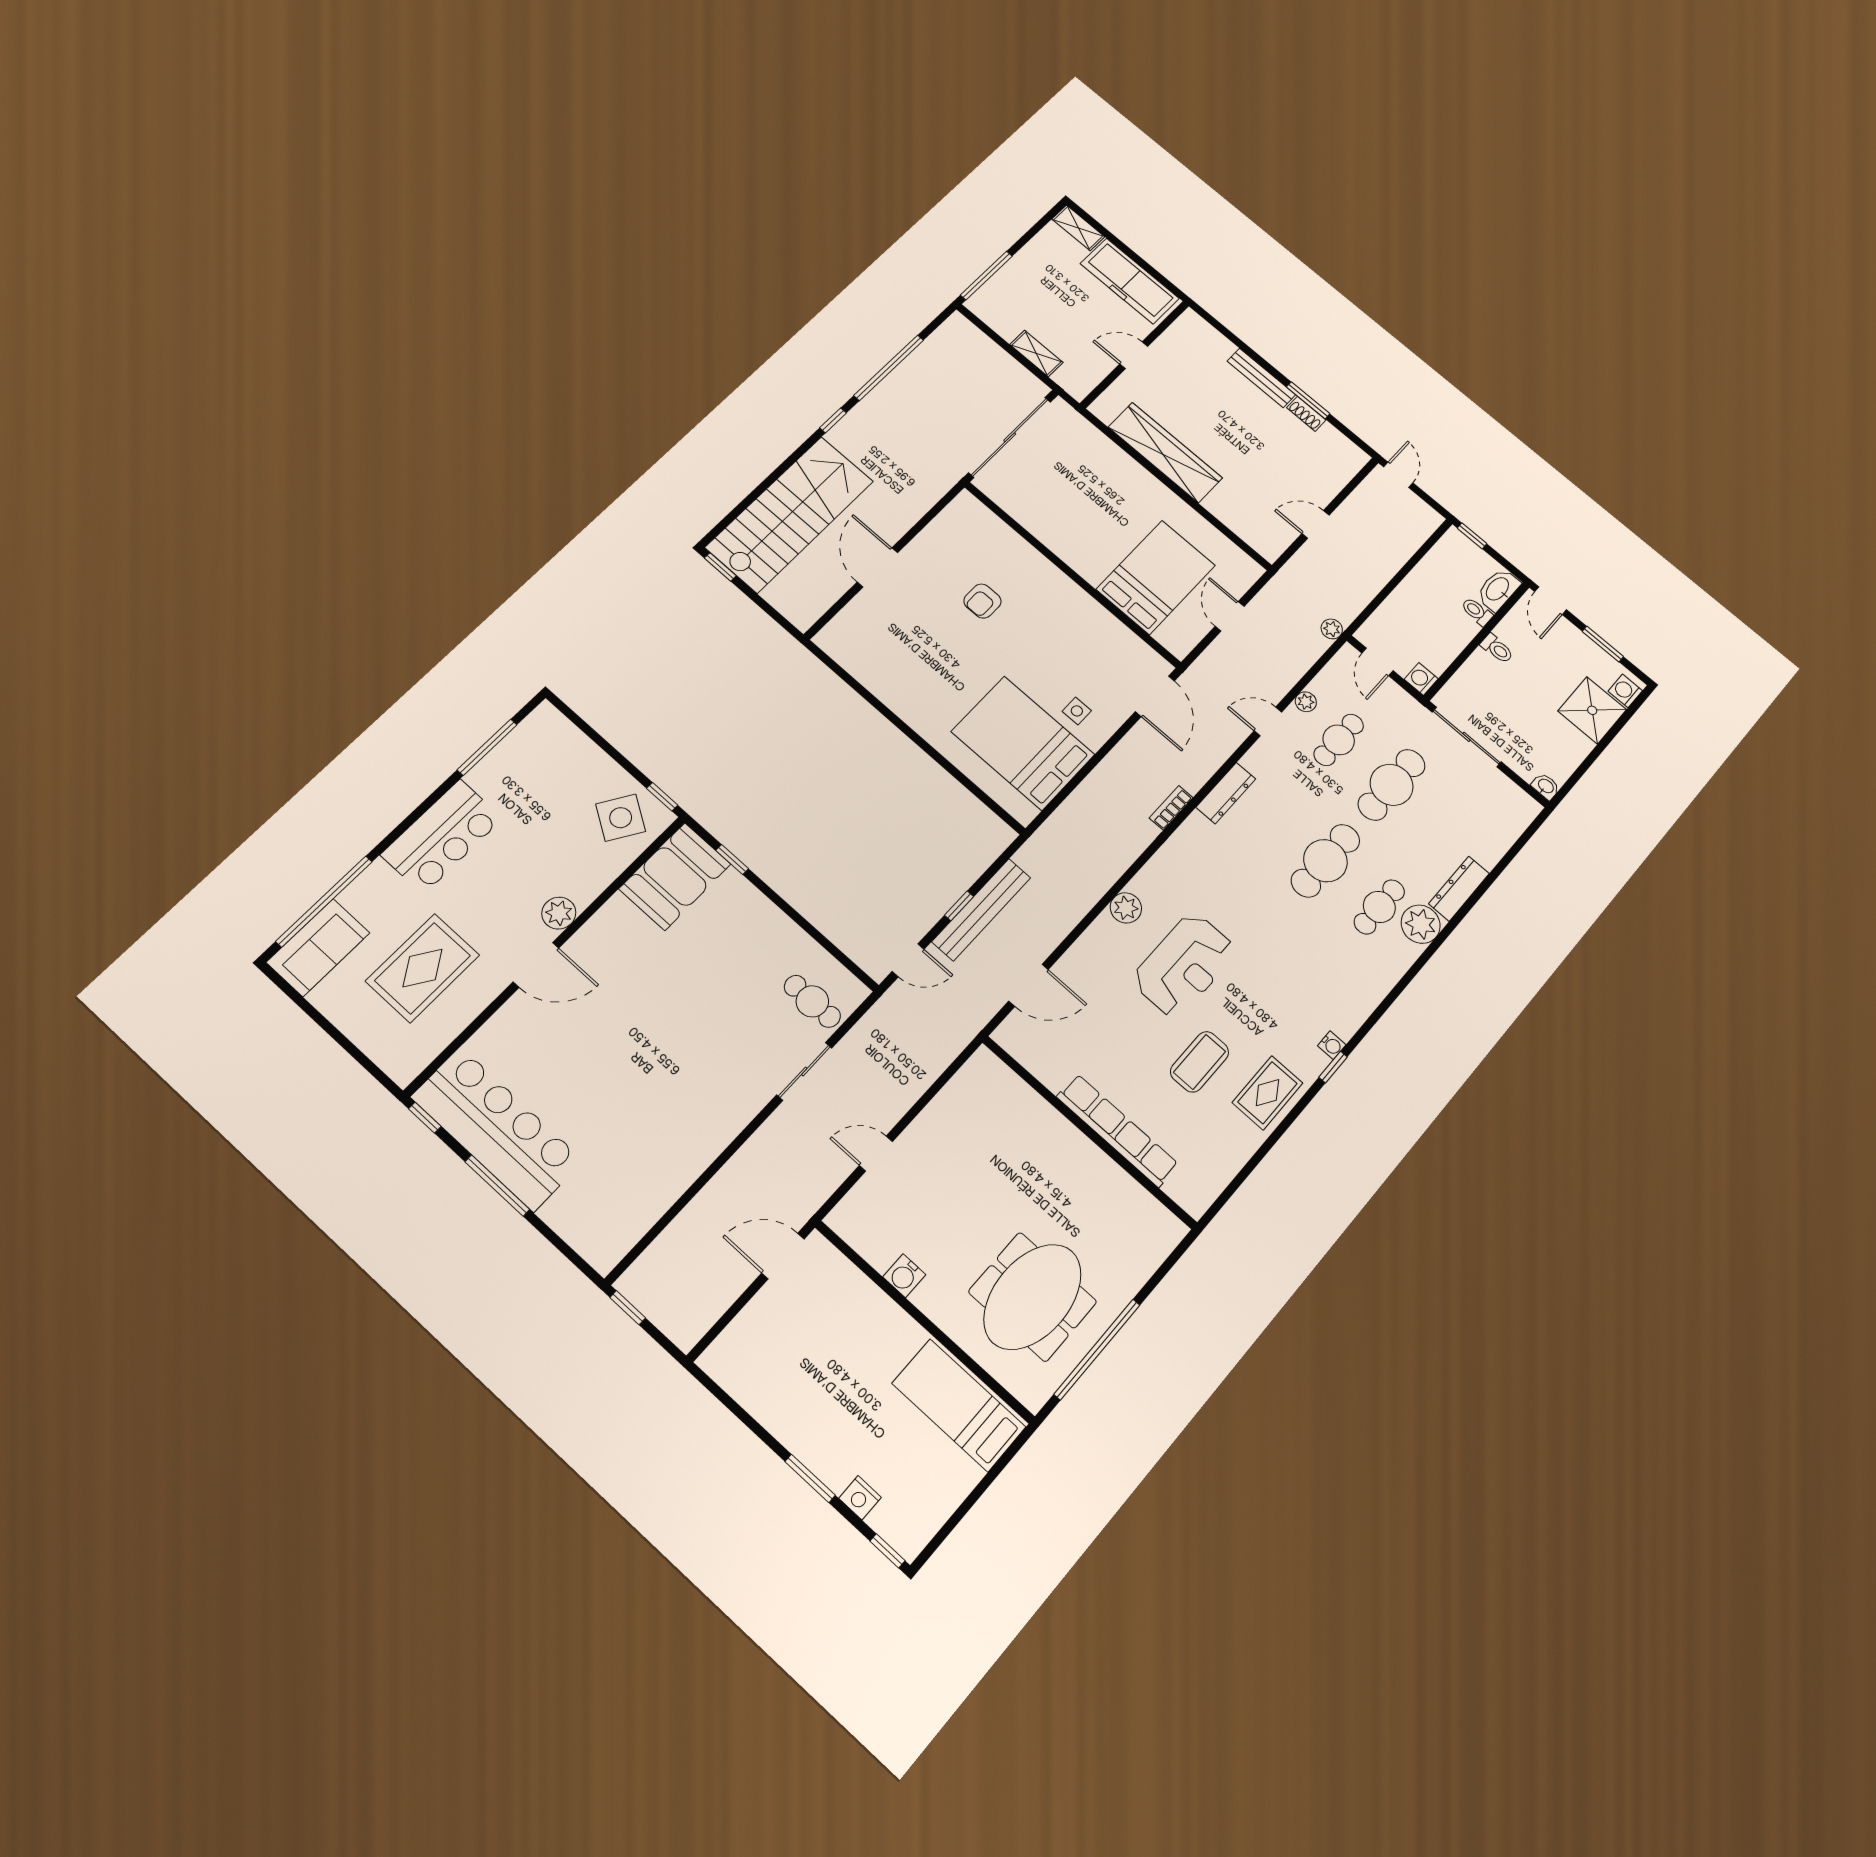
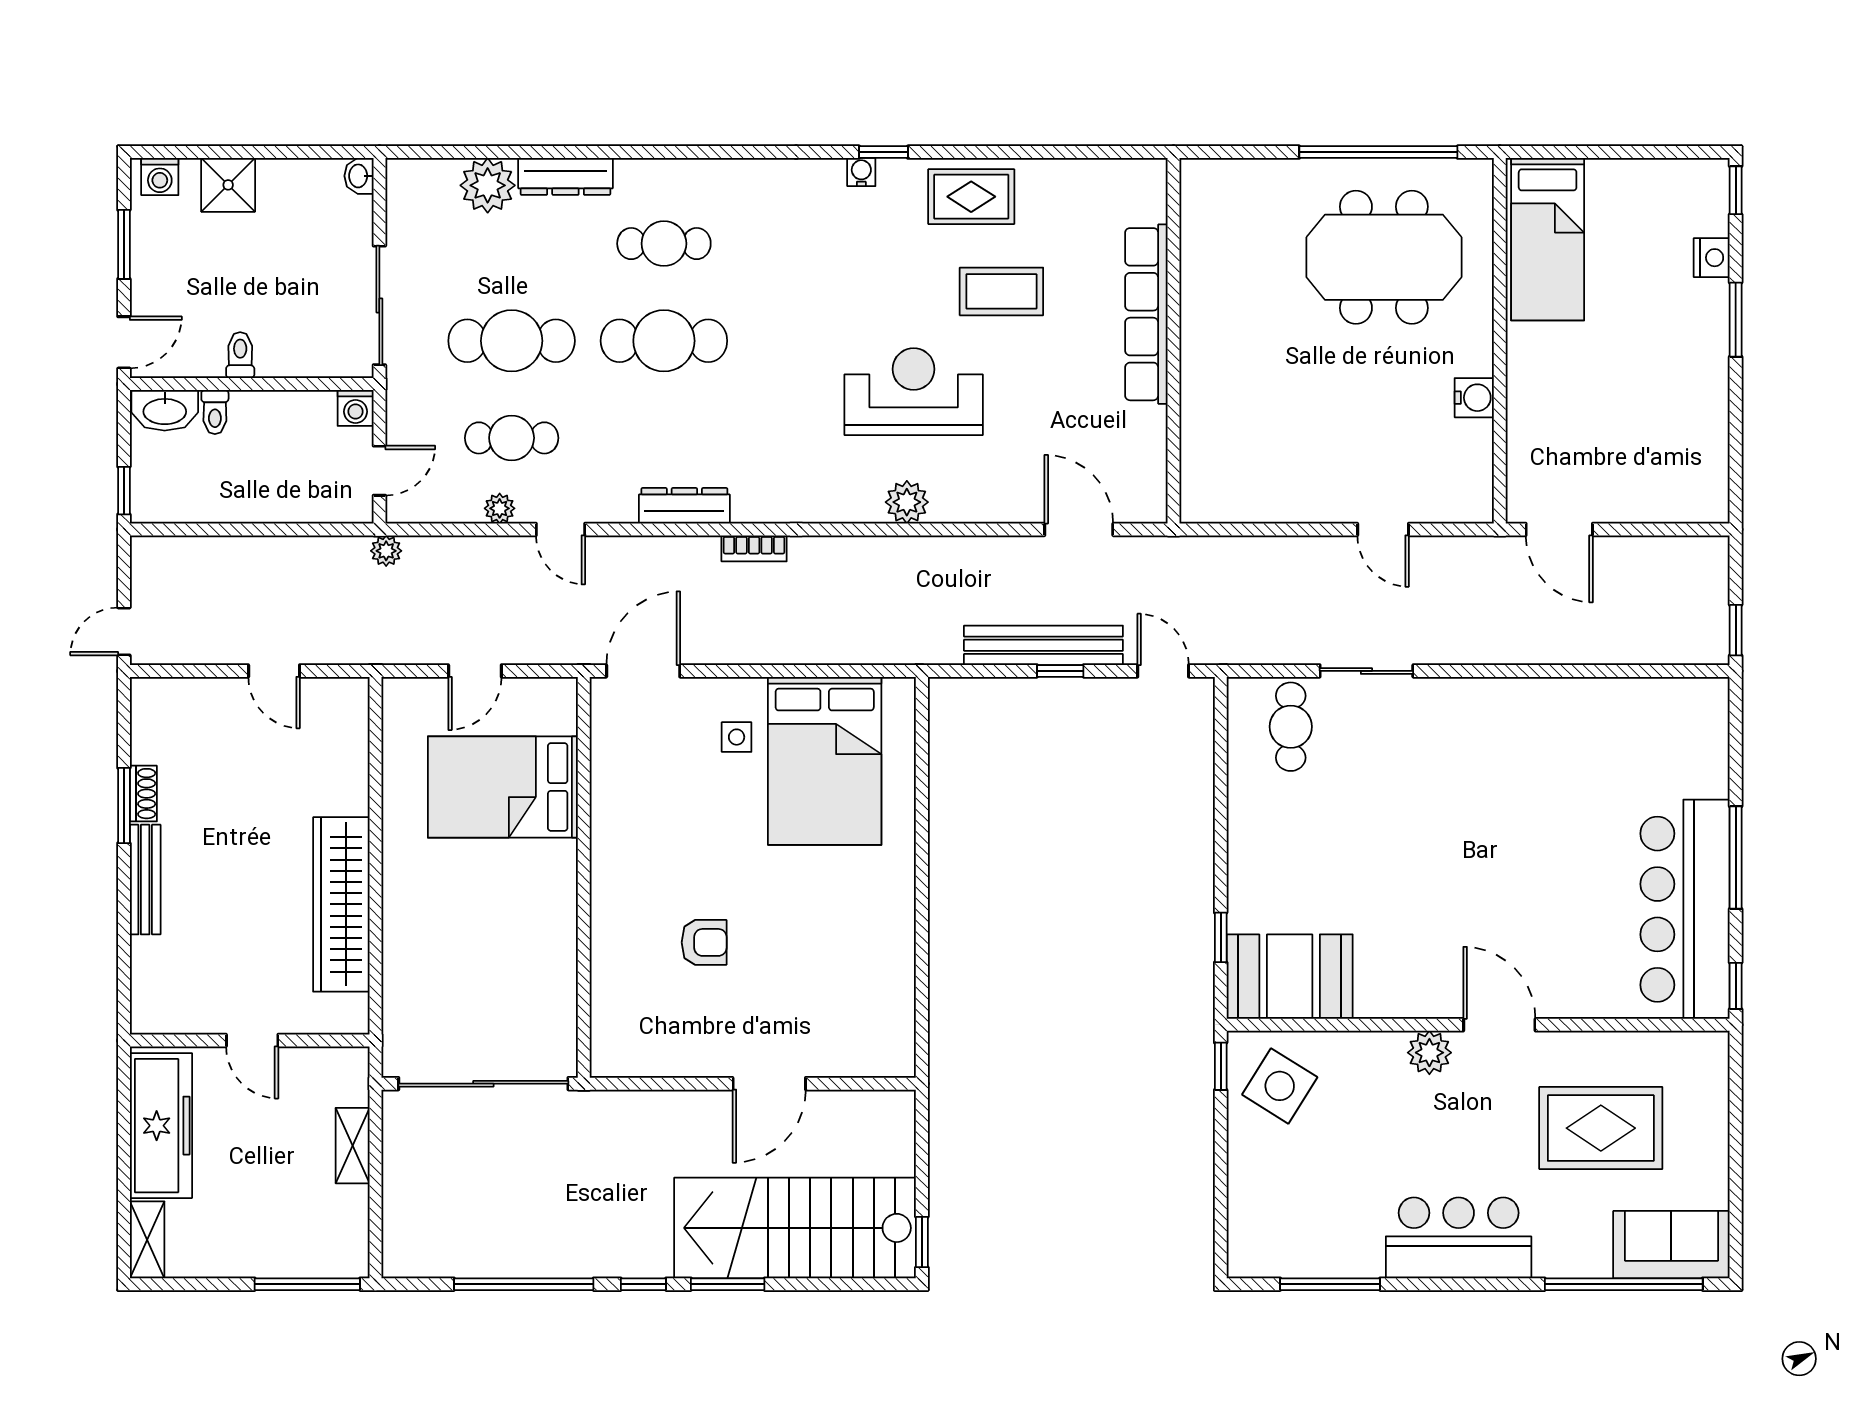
window: (793, 458) -> (728, 1284), added
shower: (1592, 710) -> (228, 185), width x0.73, depth x0.73
plant: (1421, 924) -> (488, 185), moved

